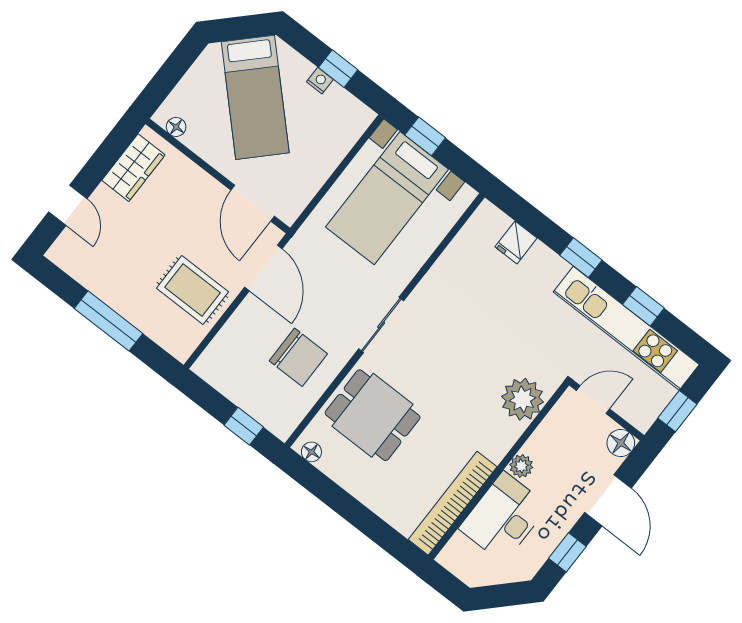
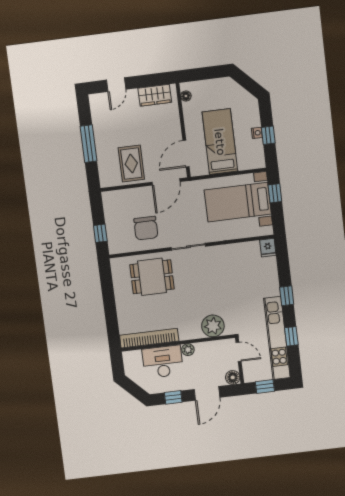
bed: (255, 97) -> (220, 142), moved, turned 135
fridge: (516, 242) -> (268, 248), moved, turned -90
dining table: (373, 415) -> (152, 277), turned 90
floor lamp: (311, 452) -> (116, 268), removed

